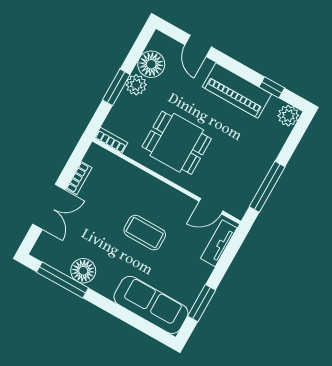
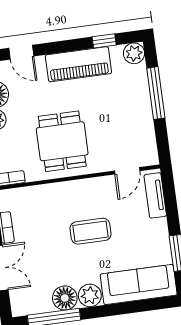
dining table: (177, 143) -> (62, 141), turned 90
window: (267, 187) -> (156, 93), moved
plant: (105, 284) -> (90, 295), added

